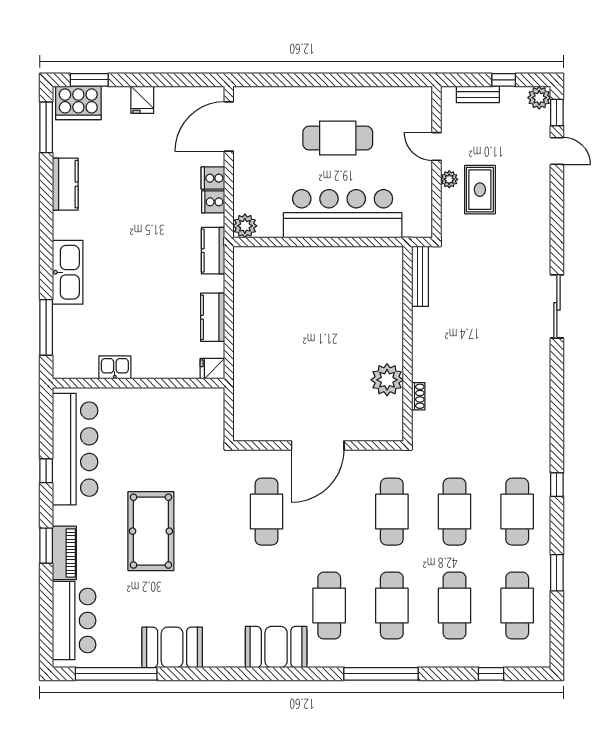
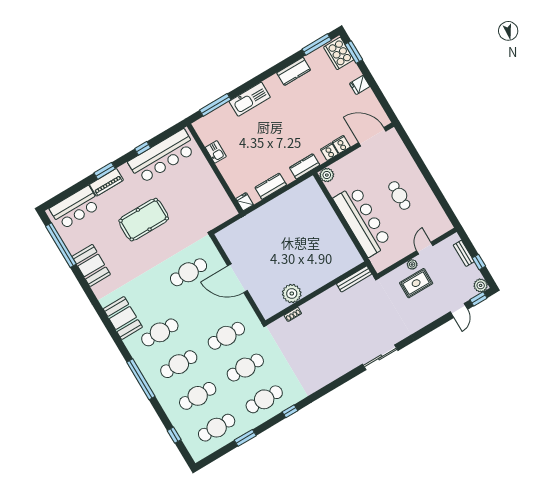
cafe table: (338, 138) -> (399, 195), width x0.73, depth x0.74

